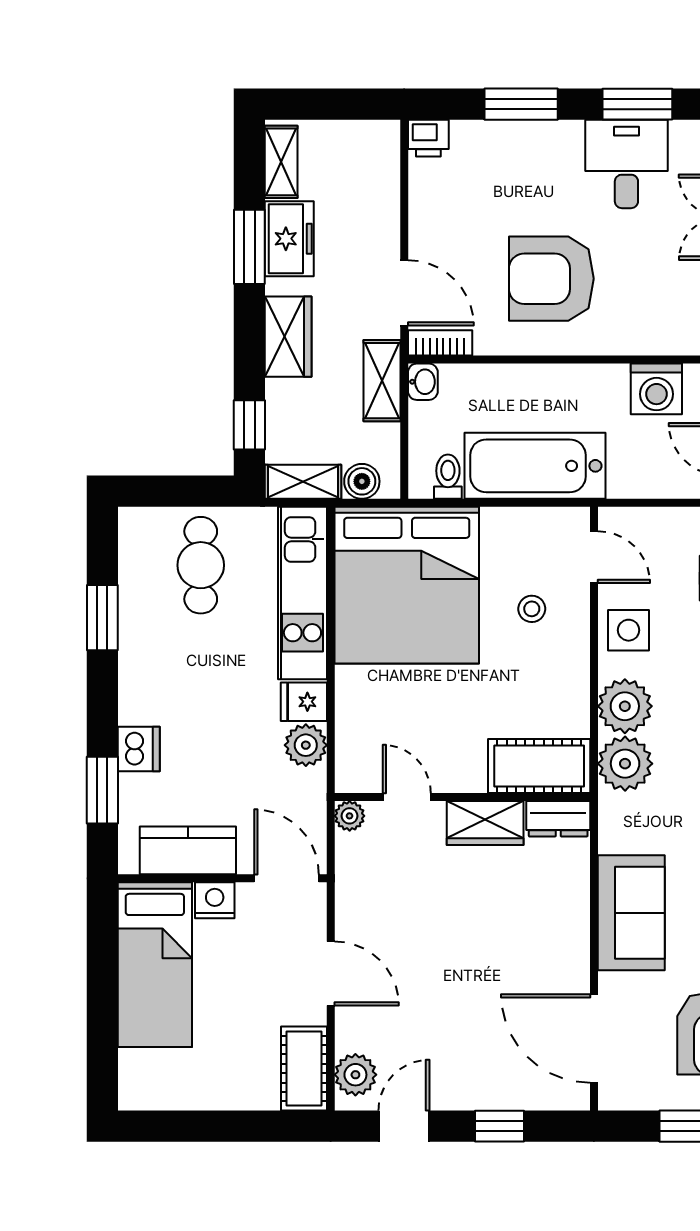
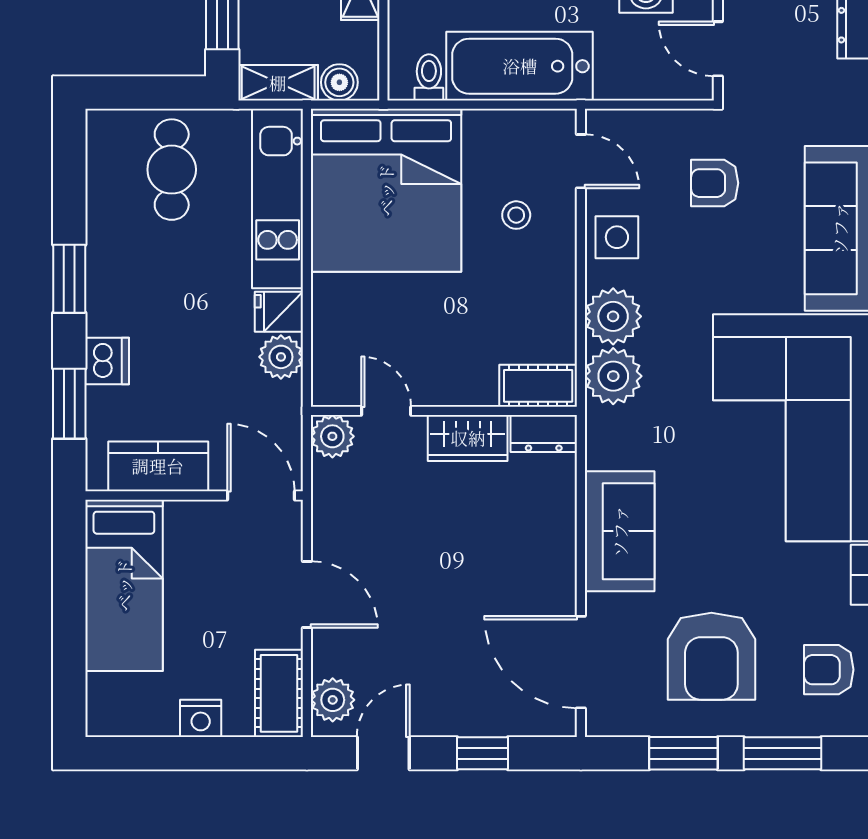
window: (102, 618) -> (69, 279), moved
cot: (539, 766) -> (538, 386), width x0.73, depth x0.75
plant: (350, 816) -> (332, 436), width x1.38, depth x1.38
nightstand: (215, 900) -> (201, 718), moved, turned 180

